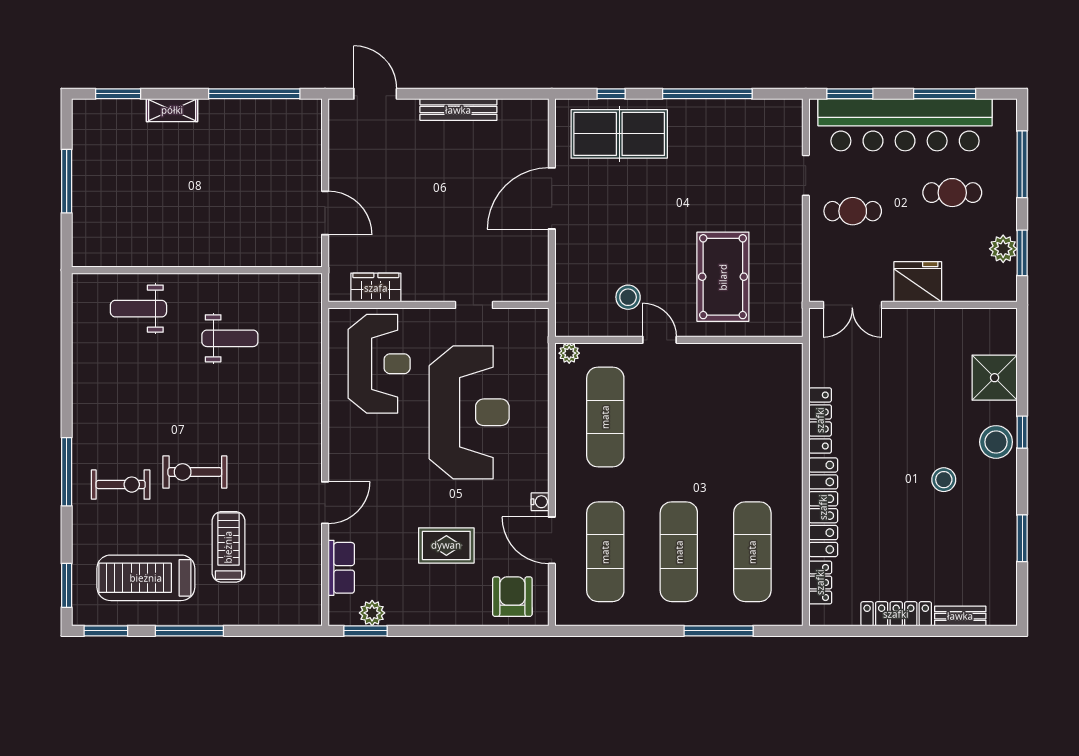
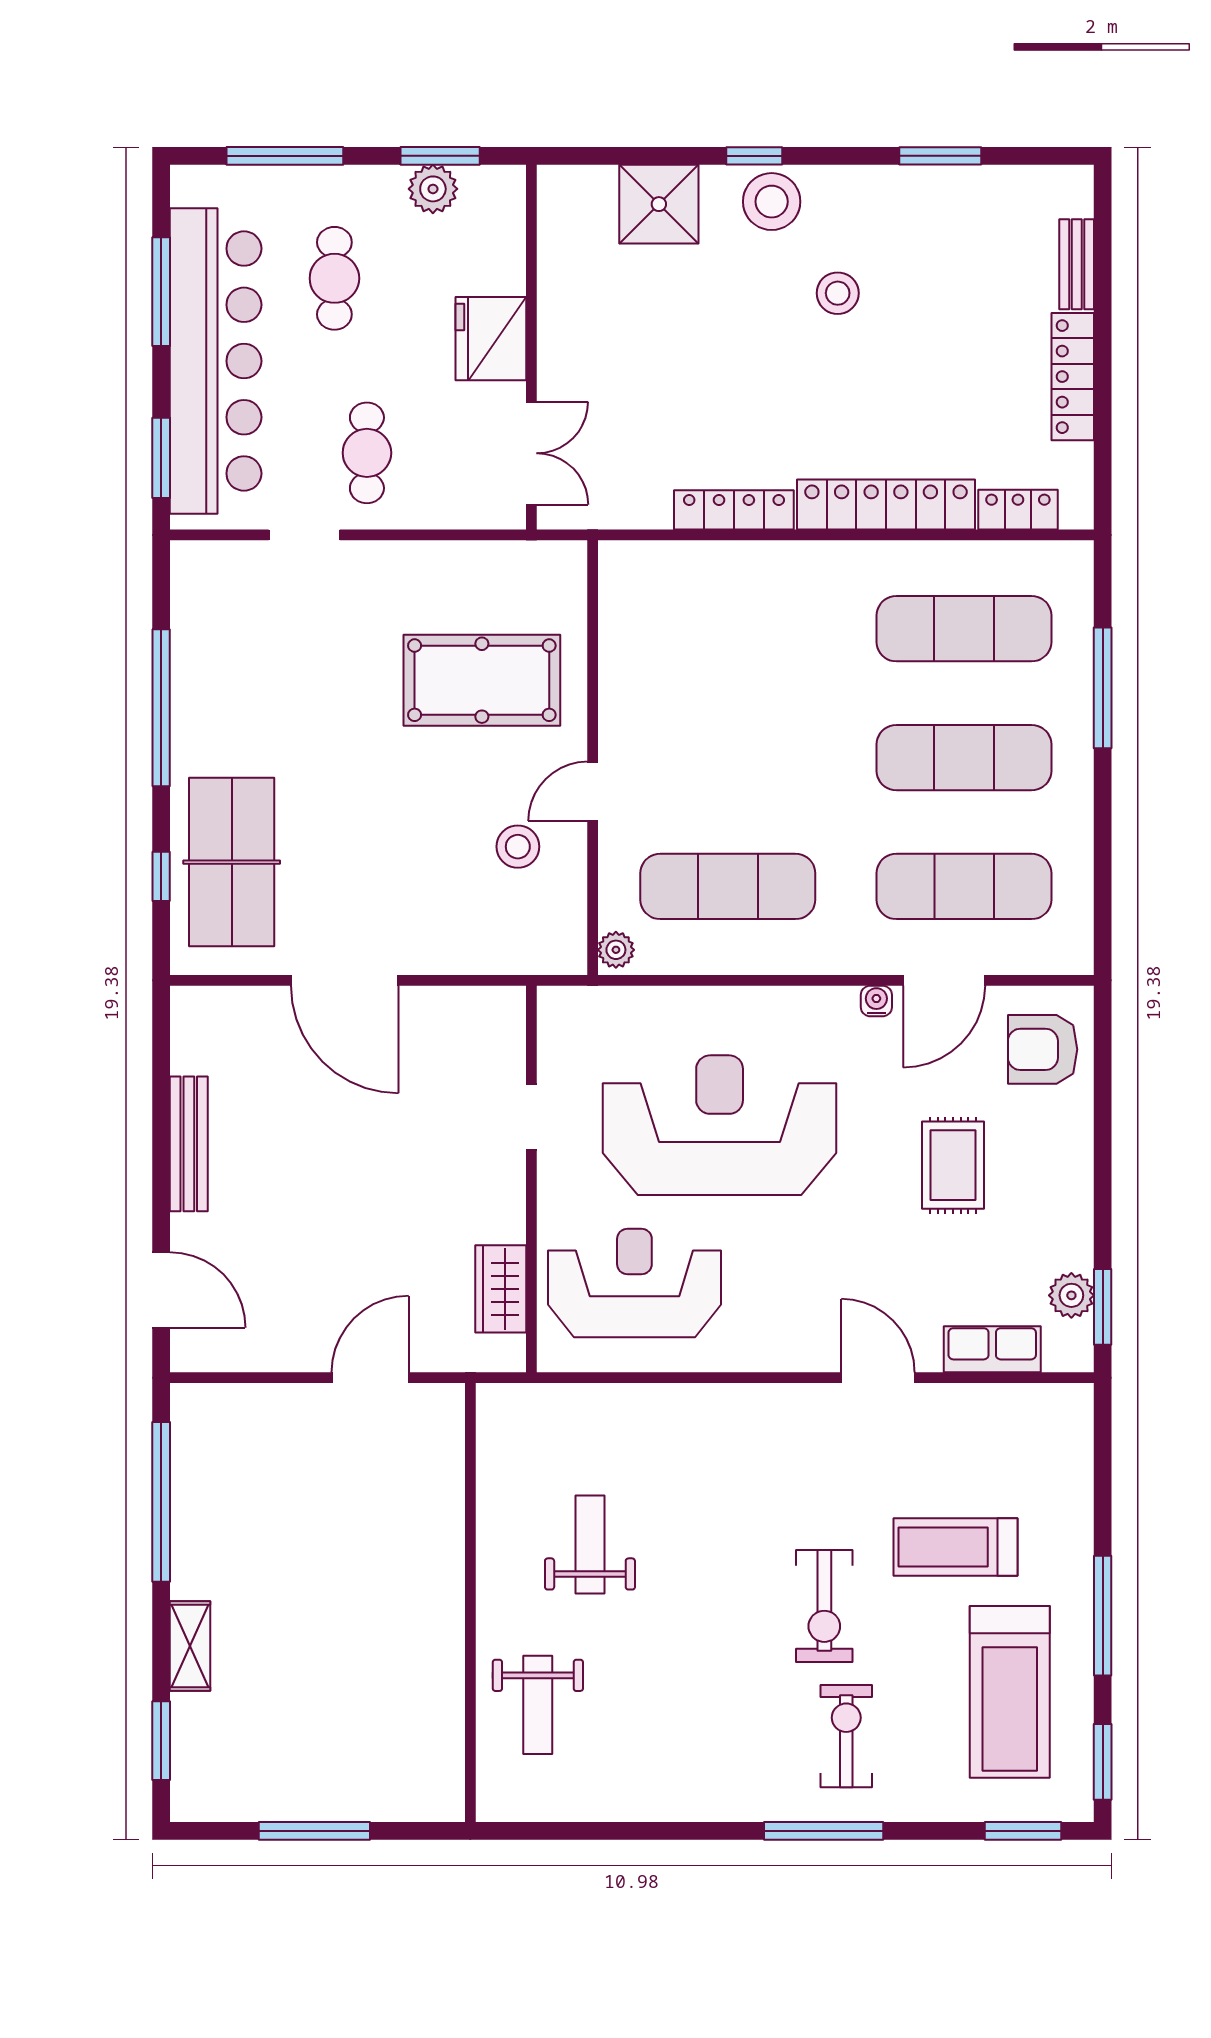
door: (375, 94) -> (161, 1290), swing flipped

